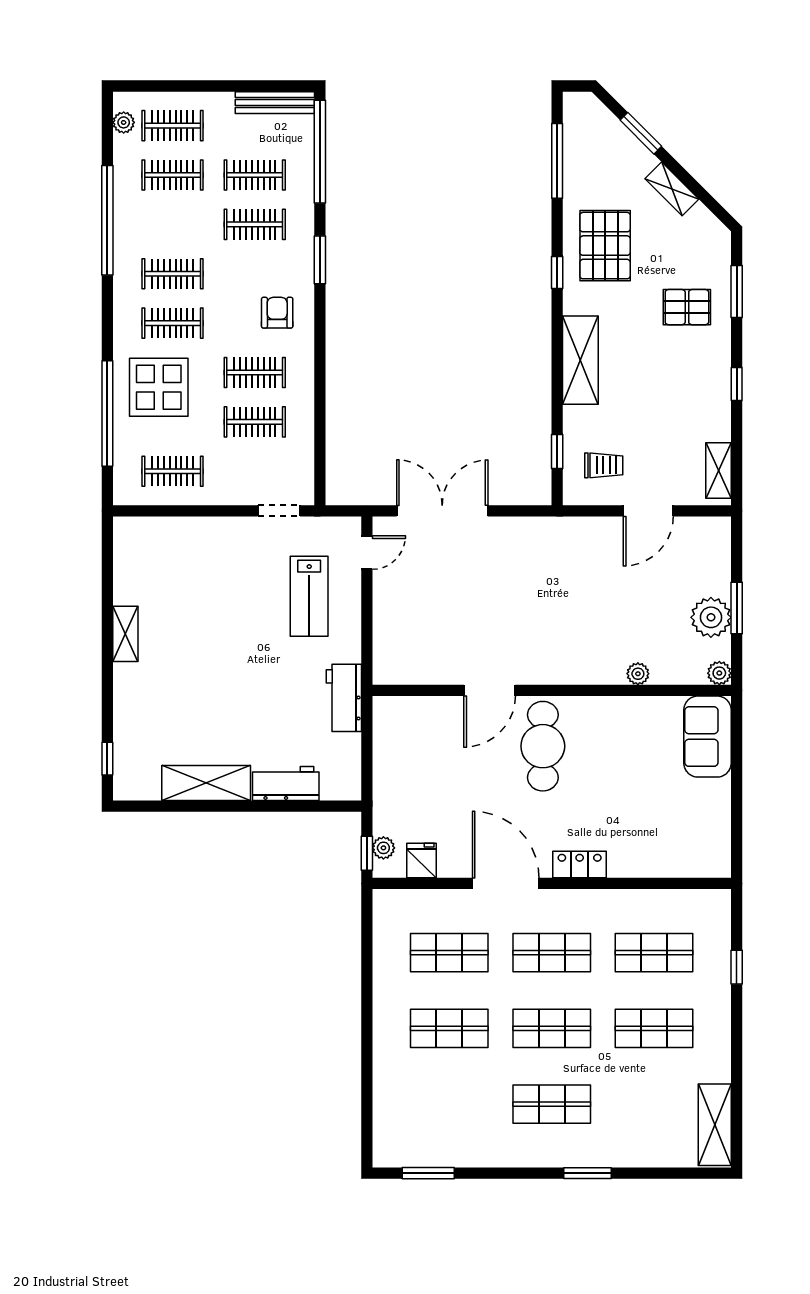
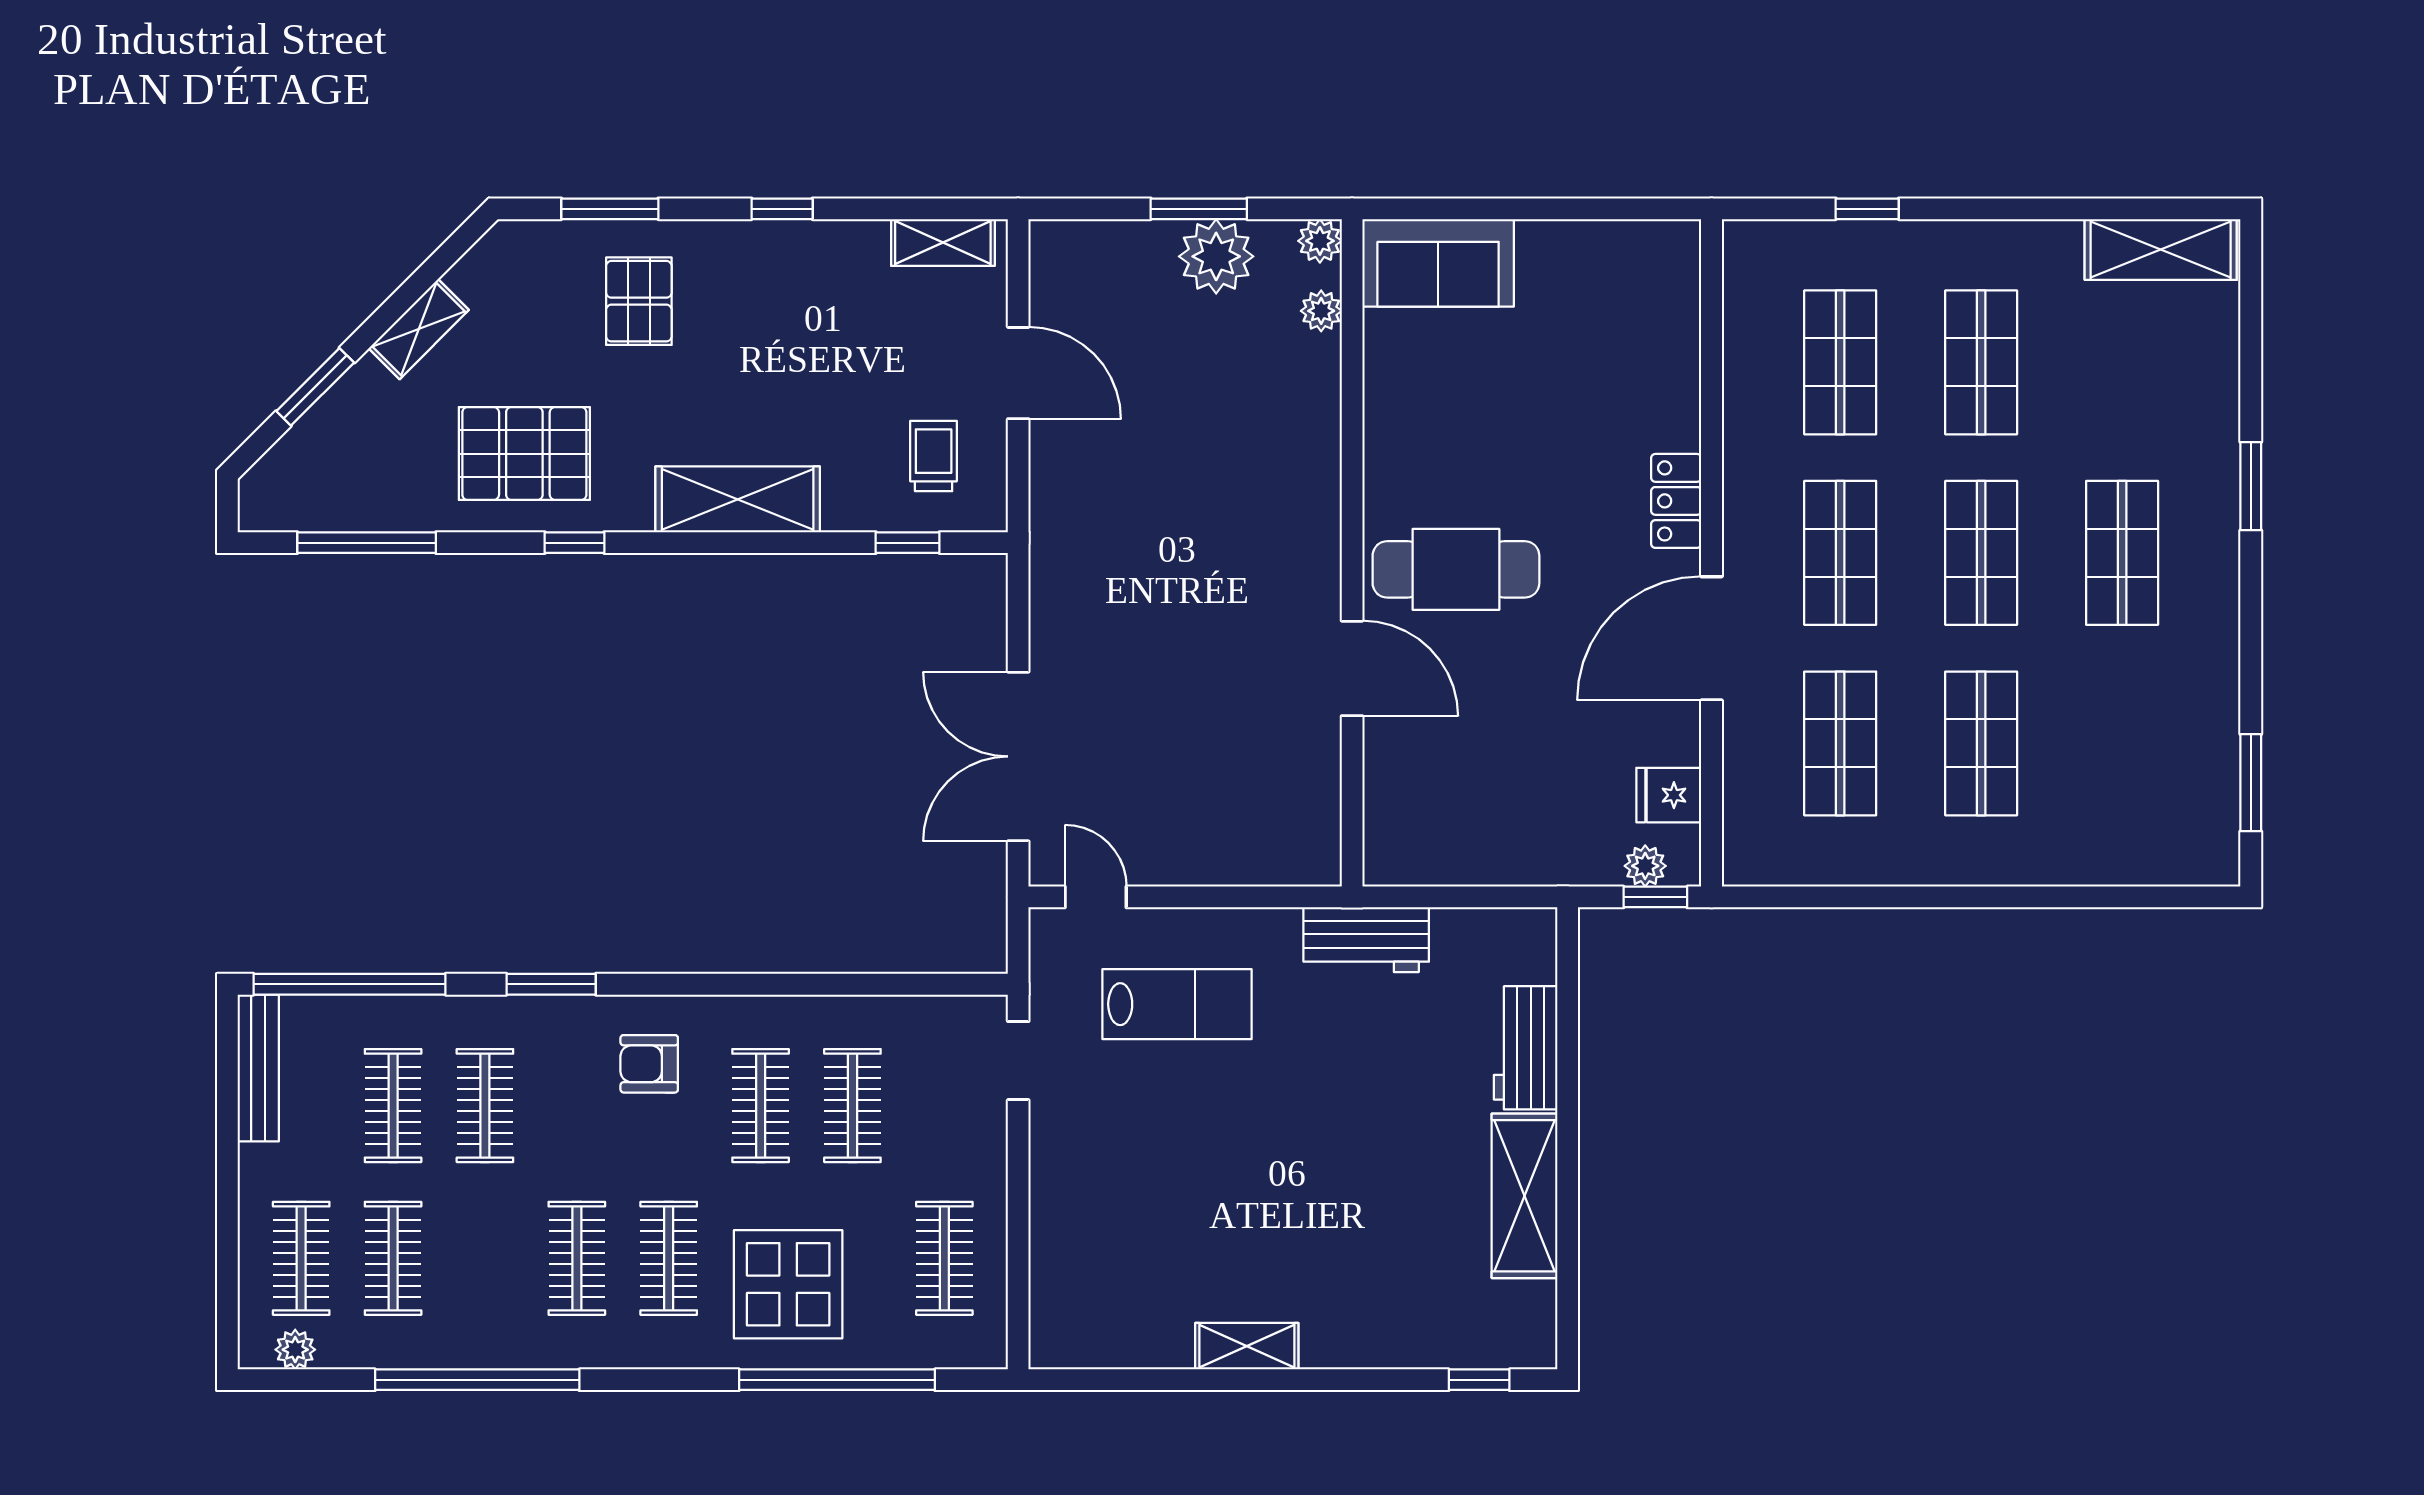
plant: (638, 674) -> (1321, 311), moved

